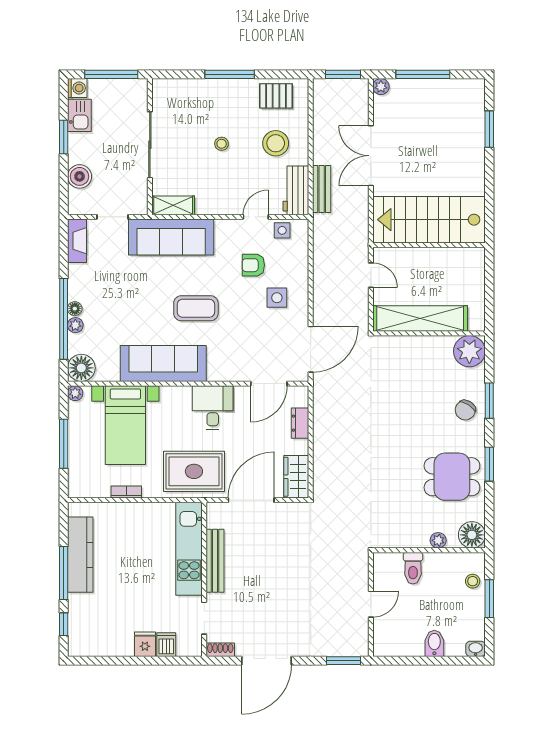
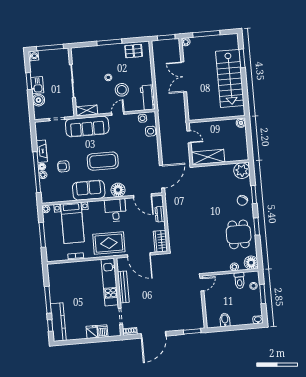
kitchen sink: (79, 115) -> (37, 85), moved
stool: (276, 143) -> (122, 90), moved
bench: (322, 189) -> (161, 96), removed
door: (256, 217) -> (118, 114), moved
stairs: (429, 220) -> (230, 78), moved, turned -90
fireplace: (77, 241) -> (42, 151), moved
boiler: (476, 256) -> (241, 123), added
armchair: (253, 265) -> (64, 166), moved
side table: (277, 298) -> (151, 131), moved
coffee table: (196, 308) -> (103, 161), width x1.36, depth x1.32
shelving: (420, 319) -> (208, 157), width x0.68
sofa: (163, 363) -> (89, 190), width x0.73
floor lamp: (81, 368) -> (118, 190), moved
door: (269, 384) -> (143, 196), hinge flipped
dining table: (452, 477) -> (239, 234), turned 90
door: (251, 500) -> (139, 255), swing flipped
kitchen counter: (80, 555) -> (58, 322), moved
toilet: (413, 568) -> (239, 281), moved
door: (371, 604) -> (202, 284), moved
bidet: (434, 643) -> (225, 320), moved

